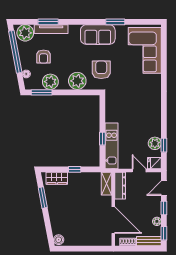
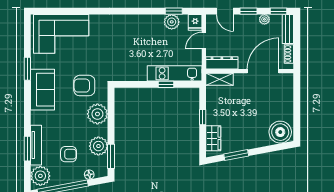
boiler: (59, 240) -> (280, 132), width x1.86, depth x1.86

